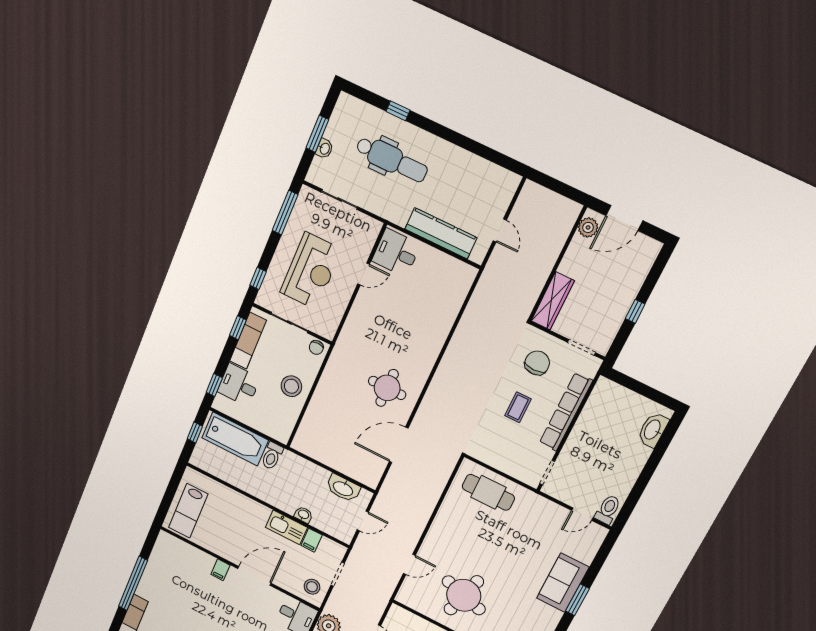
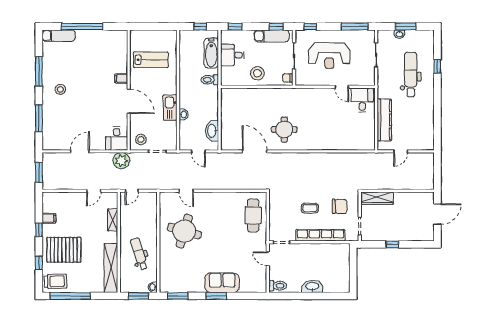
dental chair: (392, 159) -> (411, 74), turned 180
door: (624, 218) -> (437, 214), swing flipped
plant: (588, 227) -> (424, 198), removed
desk: (239, 385) -> (232, 55), moved, turned -90
washbasin: (653, 430) -> (312, 286), moved
bathtub: (235, 439) -> (211, 53), width x0.73, depth x0.73
lab bench: (188, 511) -> (151, 60), moved, turned 180
door: (582, 514) -> (268, 259), moved
filing cabinet: (312, 540) -> (170, 126), removed

